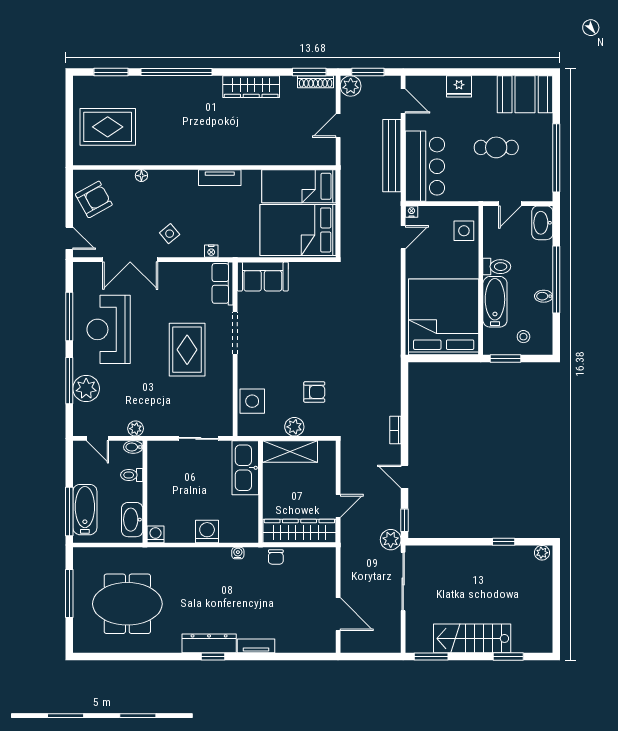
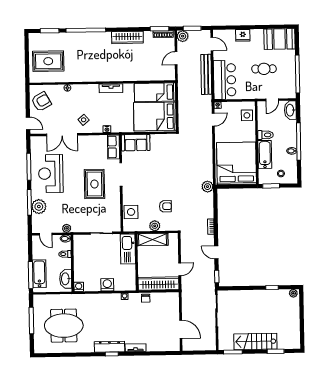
plant: (391, 540) -> (207, 187), moved

